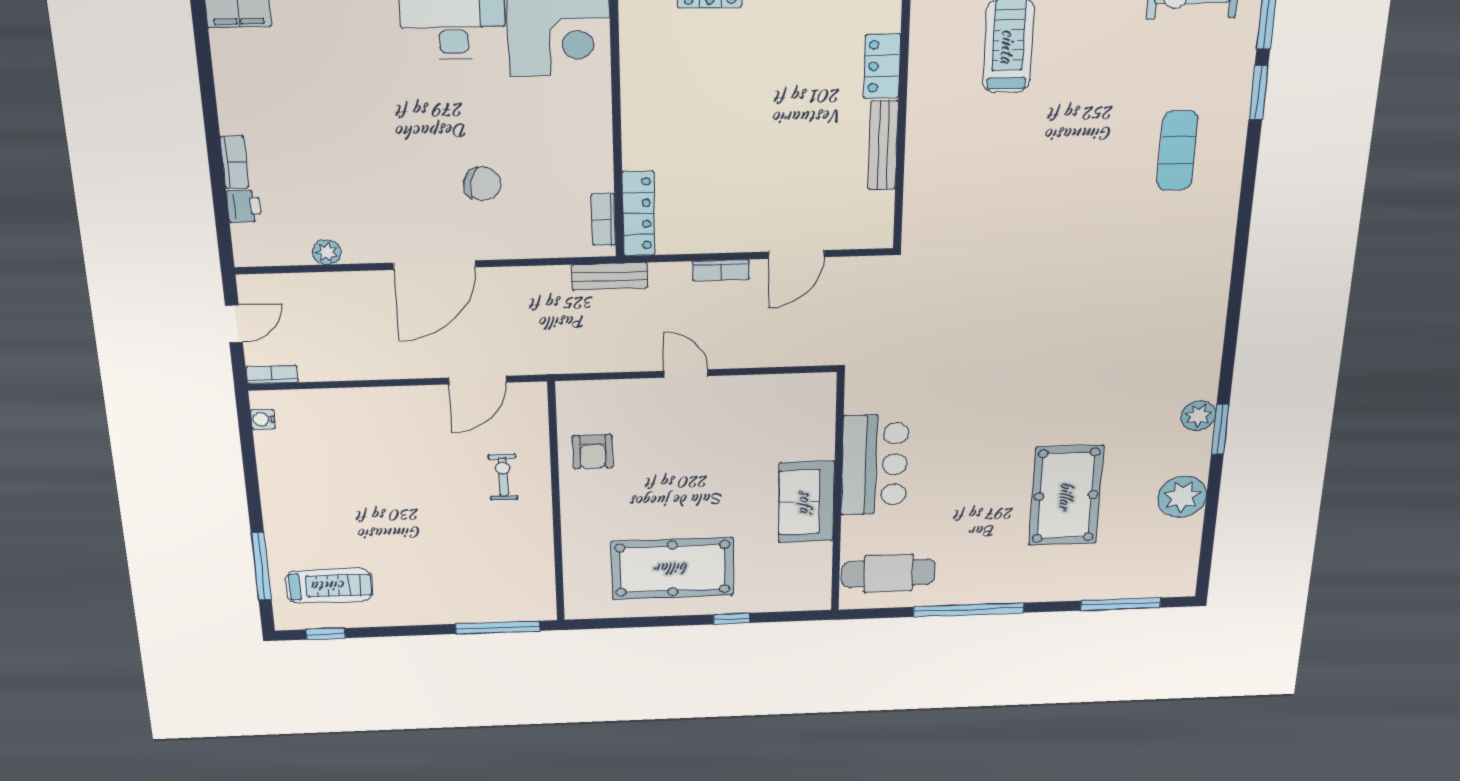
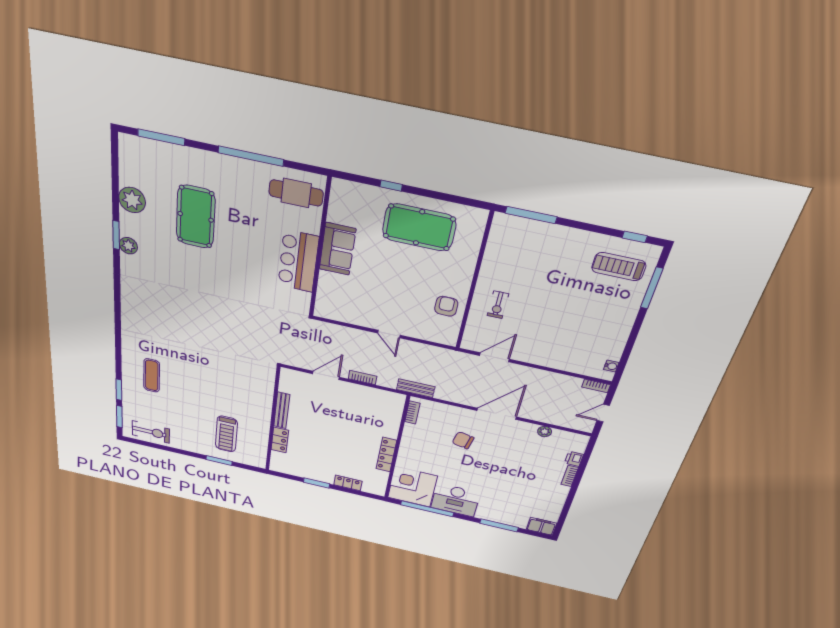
locker: (639, 214) -> (386, 455), moved

